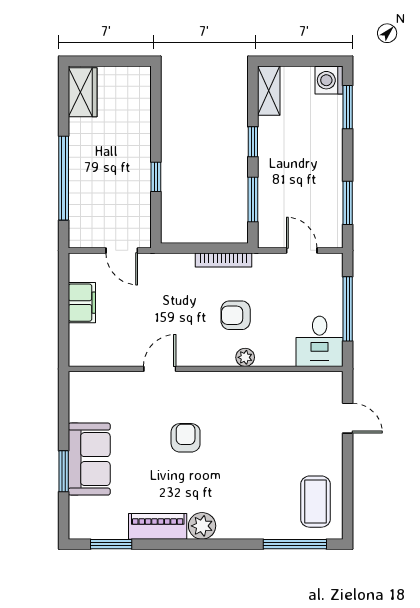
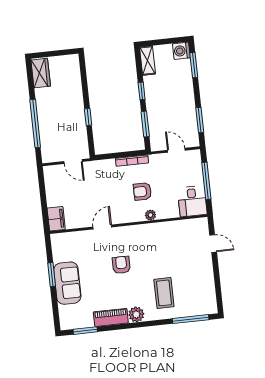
filing cabinet: (82, 303) -> (56, 219), moved
window: (64, 471) -> (52, 275), moved
coffee table: (315, 502) -> (164, 293), moved

